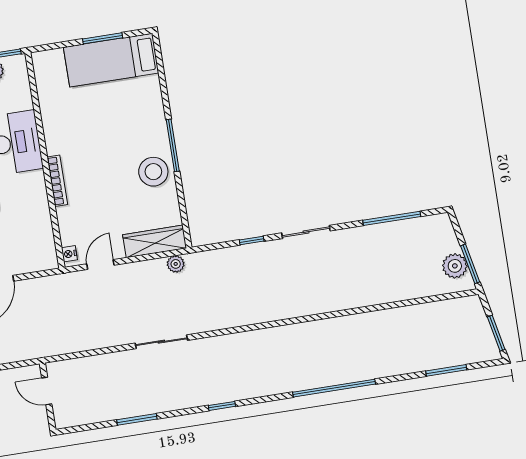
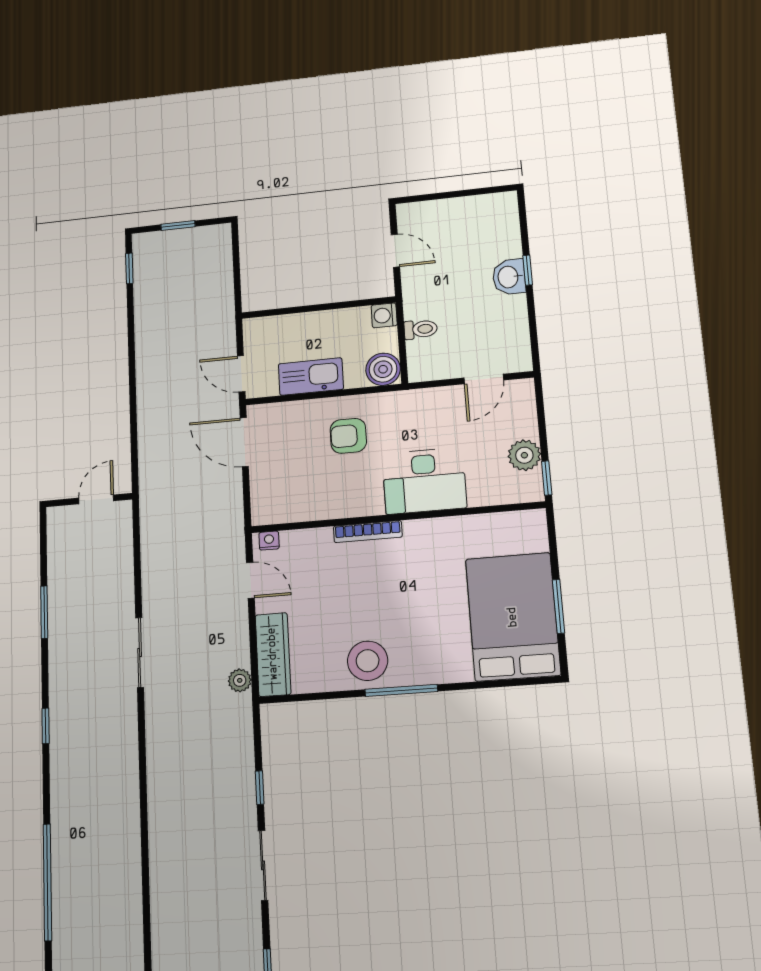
bed: (111, 60) -> (513, 617), width x1.50

